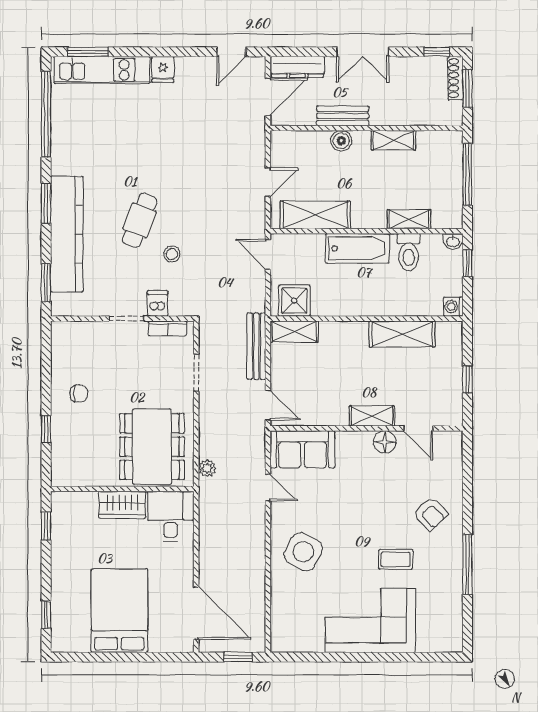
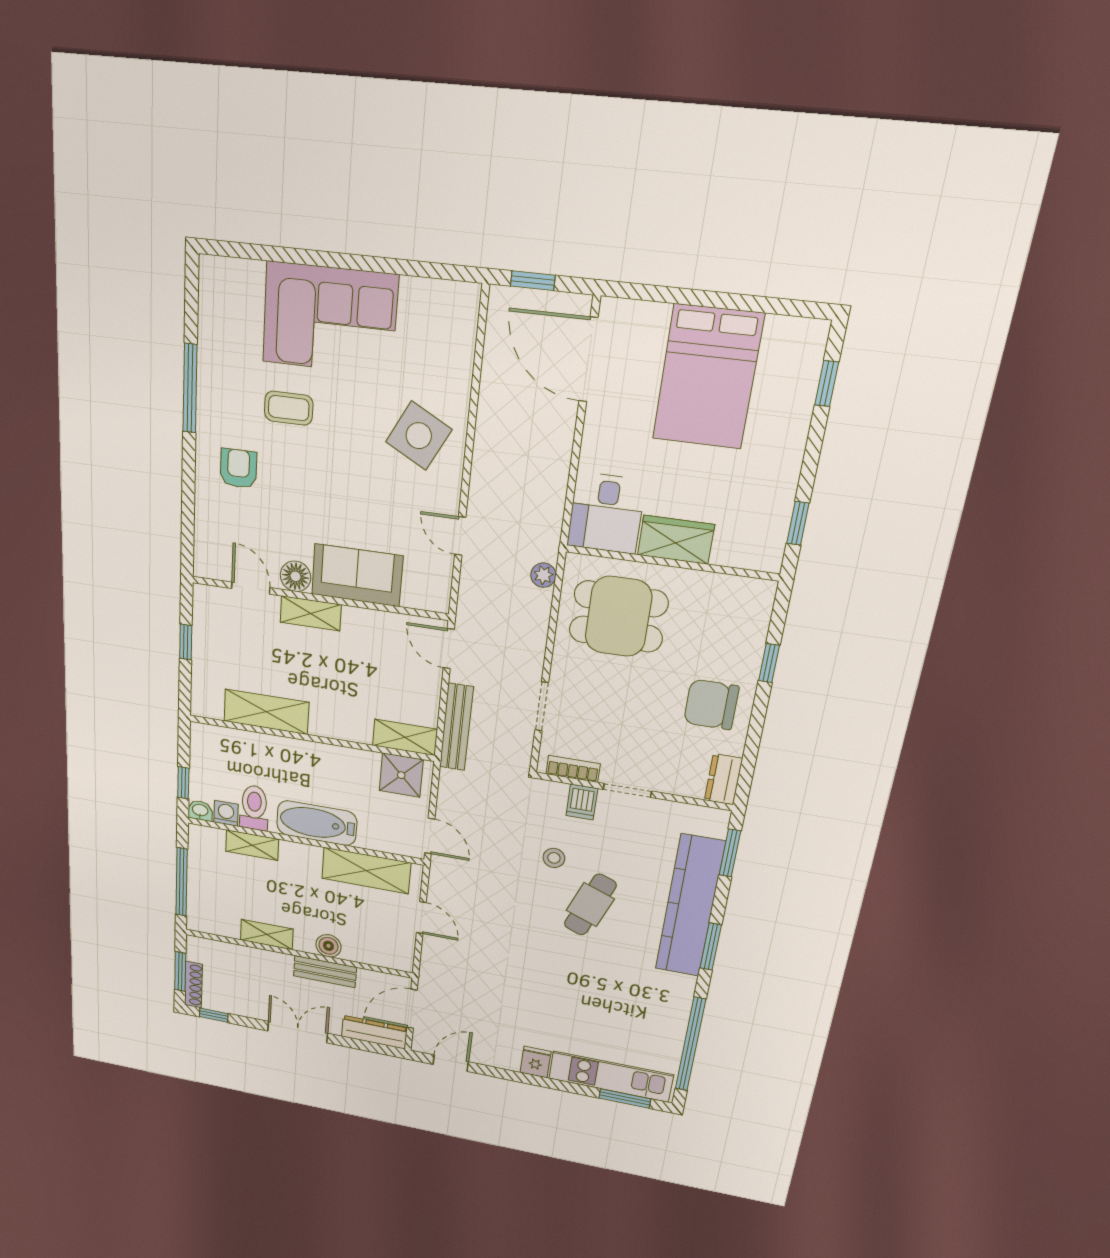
door: (268, 182) -> (421, 918), swing flipped
washing machine: (453, 307) -> (226, 813), moved, turned -90
dresser: (61, 339) -> (723, 779), added
chair: (79, 393) -> (711, 705), width x1.87, depth x1.87
dining table: (152, 447) -> (618, 616), width x0.73
sofa: (303, 449) -> (357, 575), moved
armchair: (430, 514) -> (238, 469), turned 43

